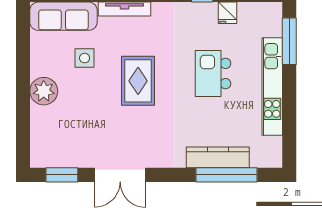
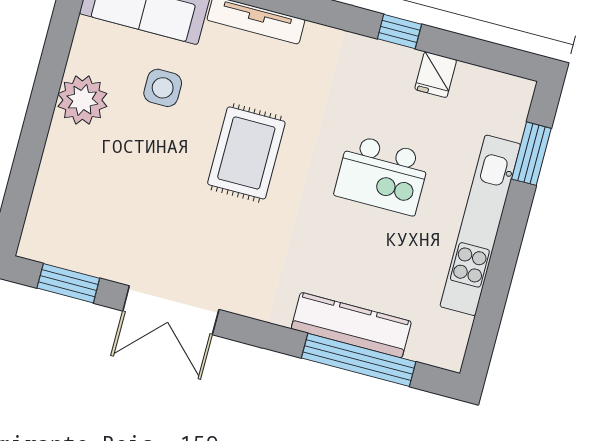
window: (289, 41) -> (531, 154), width x0.69
kitchen island: (213, 74) -> (382, 175), turned -90
plant: (44, 91) -> (82, 100), moved

